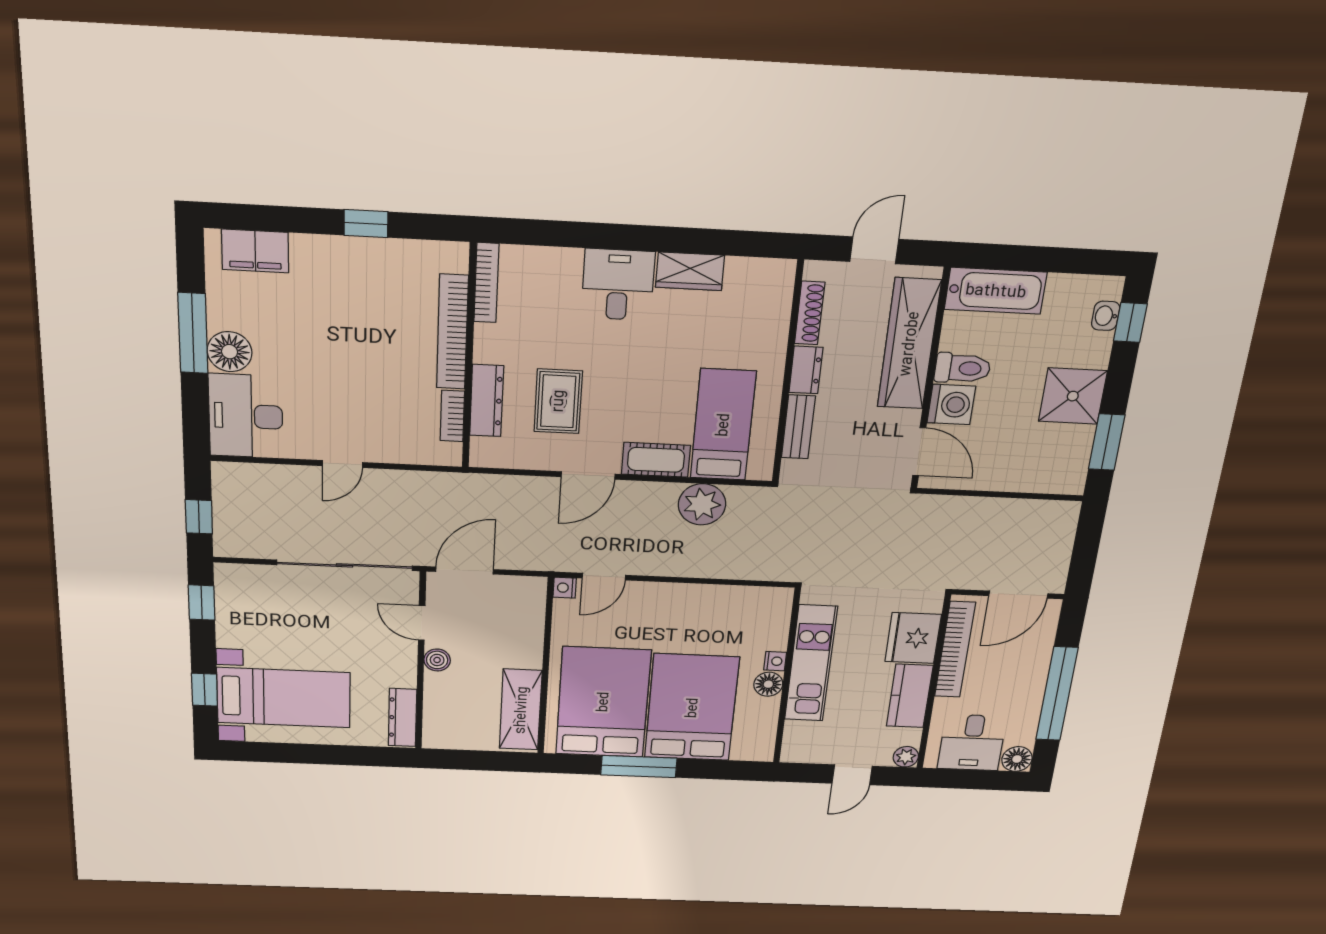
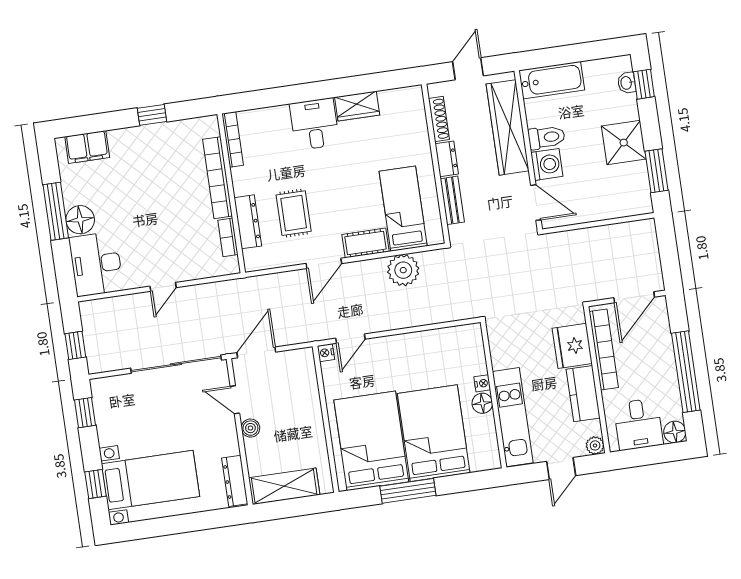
kitchen unit: (811, 663) -> (513, 417), moved
shelving: (521, 710) -> (284, 486), moved, turned 90

